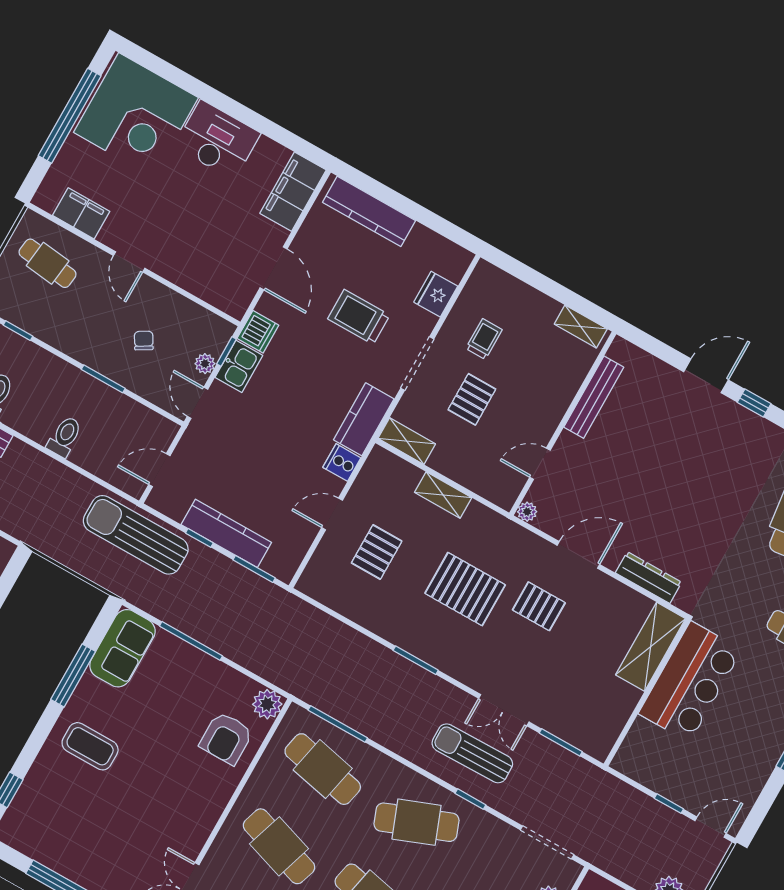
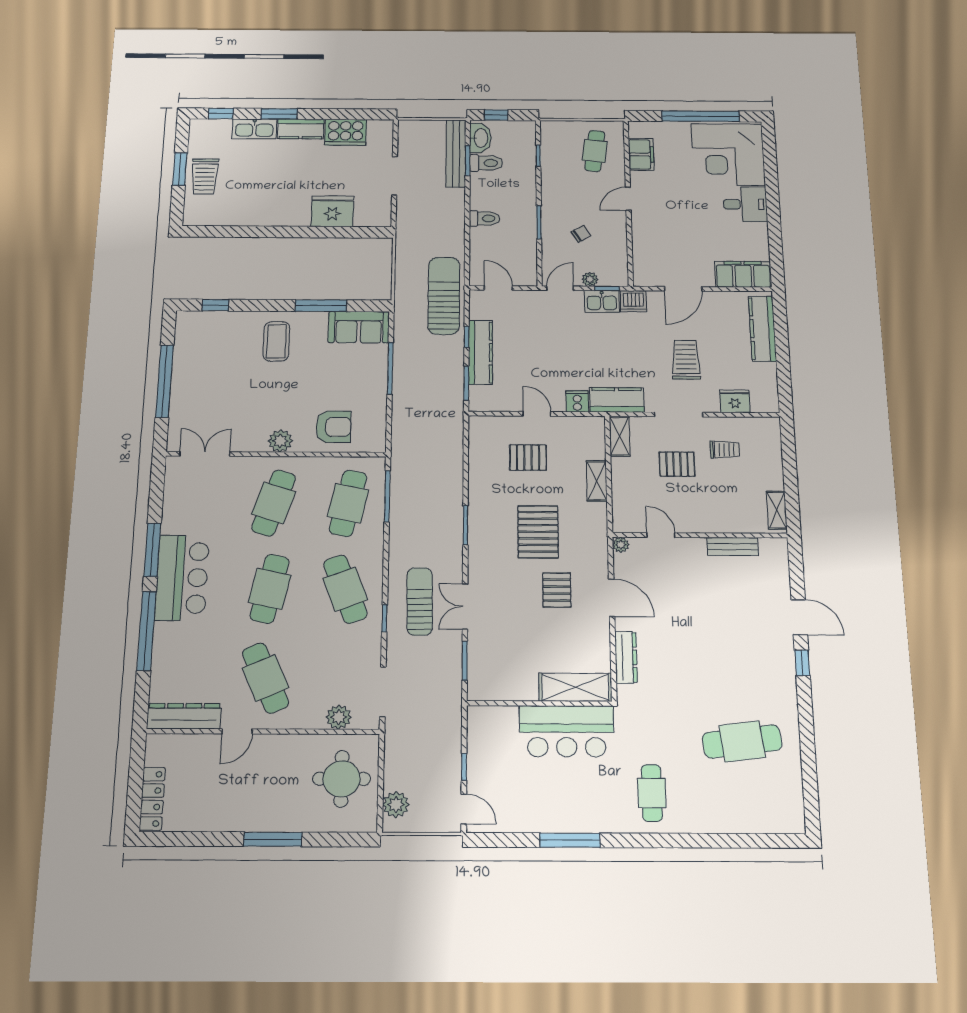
desk: (217, 140) -> (745, 204), width x0.73
bench: (594, 397) -> (733, 547), width x0.73
plant: (267, 704) -> (280, 441), moved
armchair: (226, 738) -> (333, 427), turned 180

